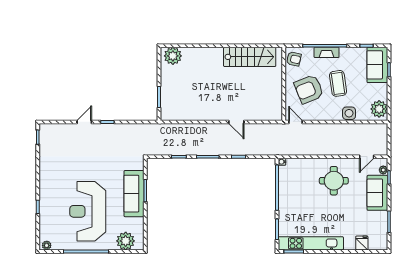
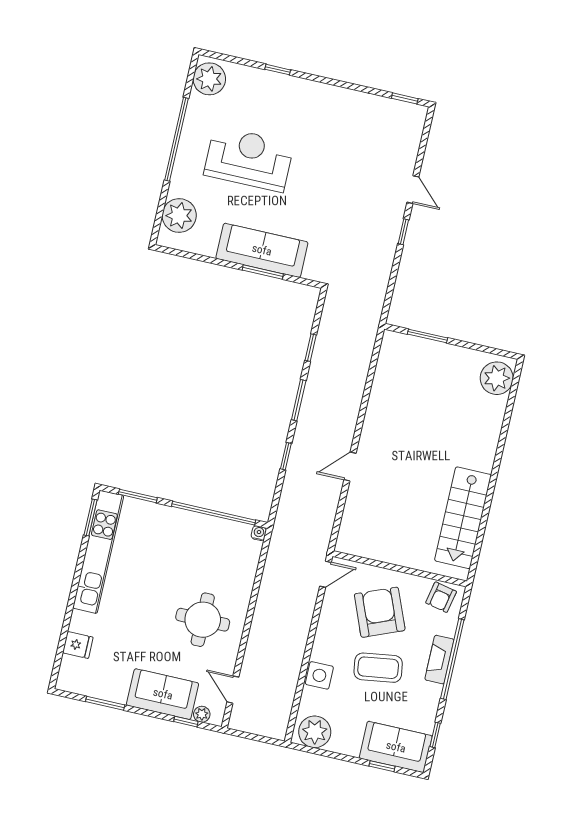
reception desk: (88, 211) -> (249, 159), width x0.74, depth x0.77
plant: (47, 245) -> (209, 79), width x1.88, depth x1.88

